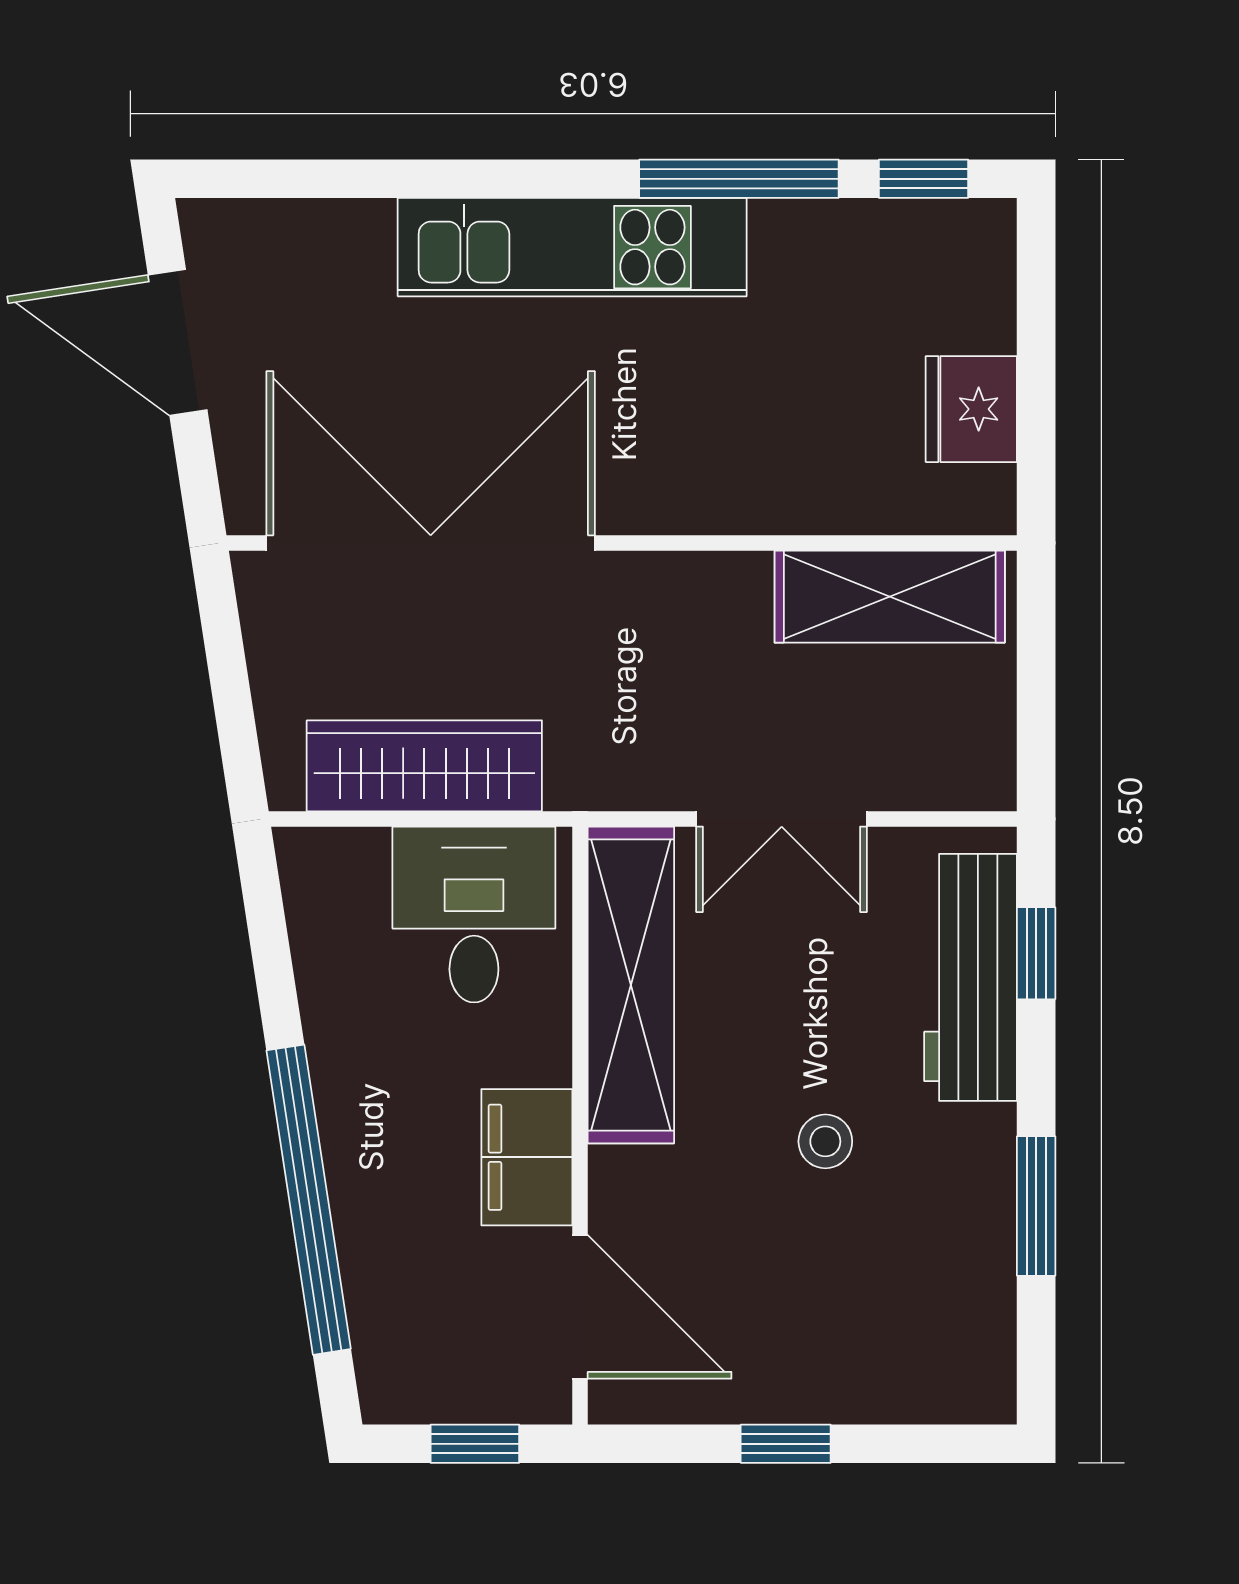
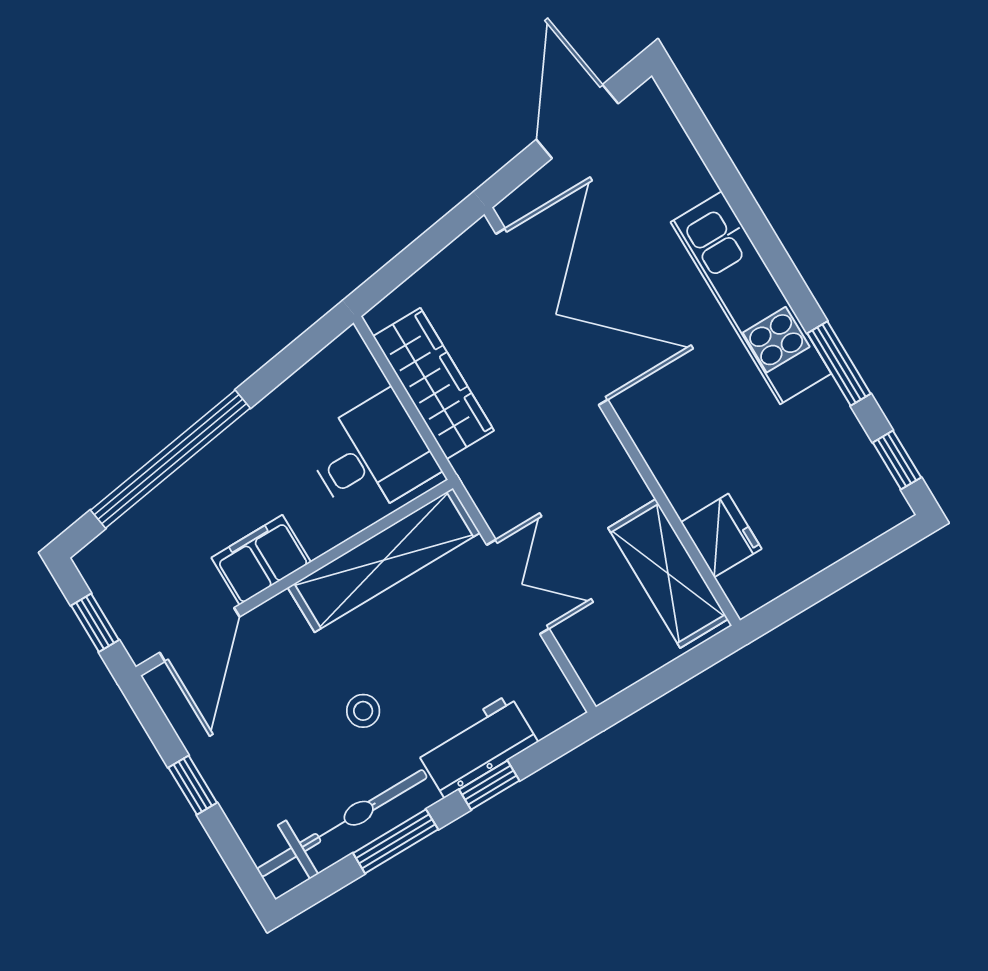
window: (739, 179) -> (839, 363), width x0.69
fridge: (971, 409) -> (721, 535), moved, turned 90
double door: (782, 819) -> (518, 587), swing flipped
window: (1036, 953) -> (489, 785), moved
workbench: (971, 977) -> (477, 746), width x0.73
bicycle: (965, 1266) -> (342, 823), added

